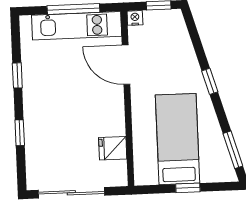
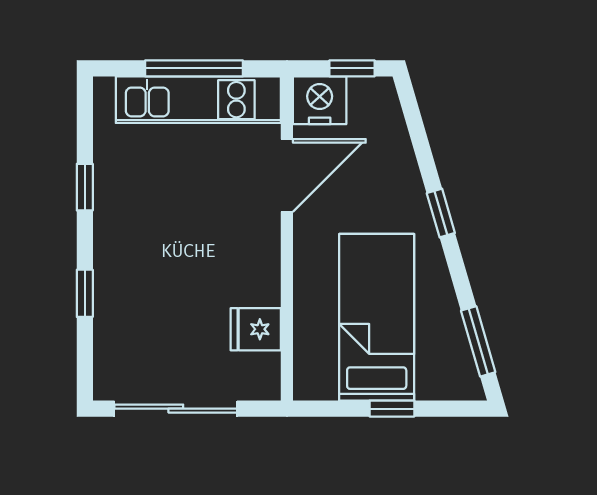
nightstand: (135, 18) -> (320, 100), width x1.89, depth x1.79
door: (126, 65) -> (287, 175), swing flipped

